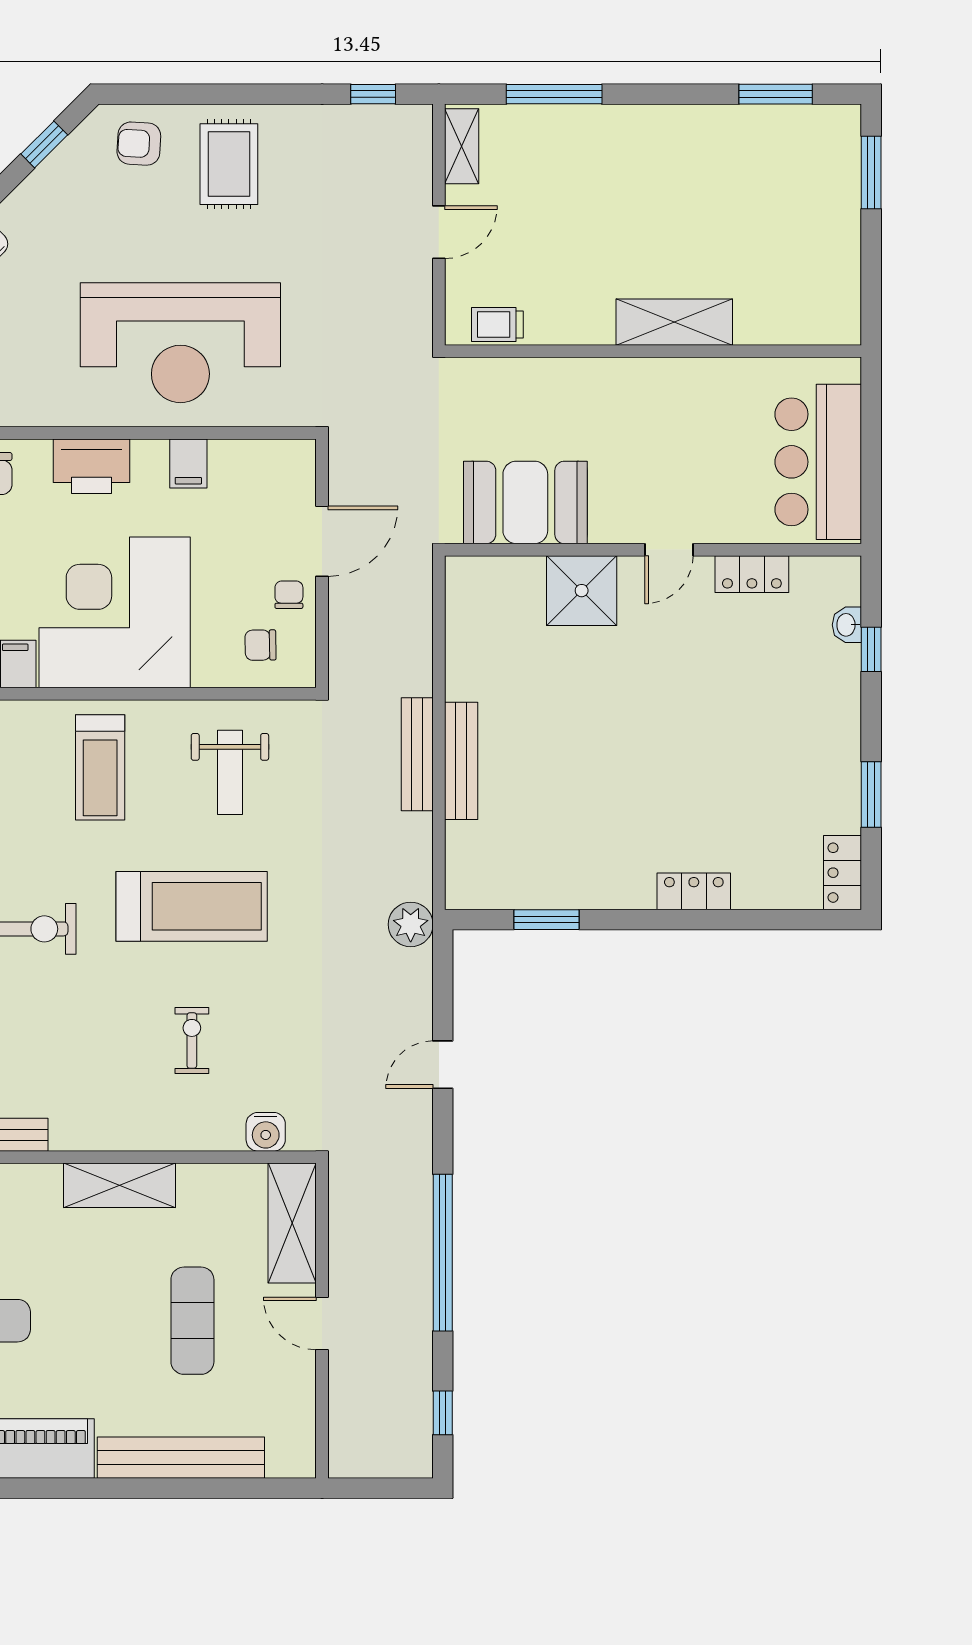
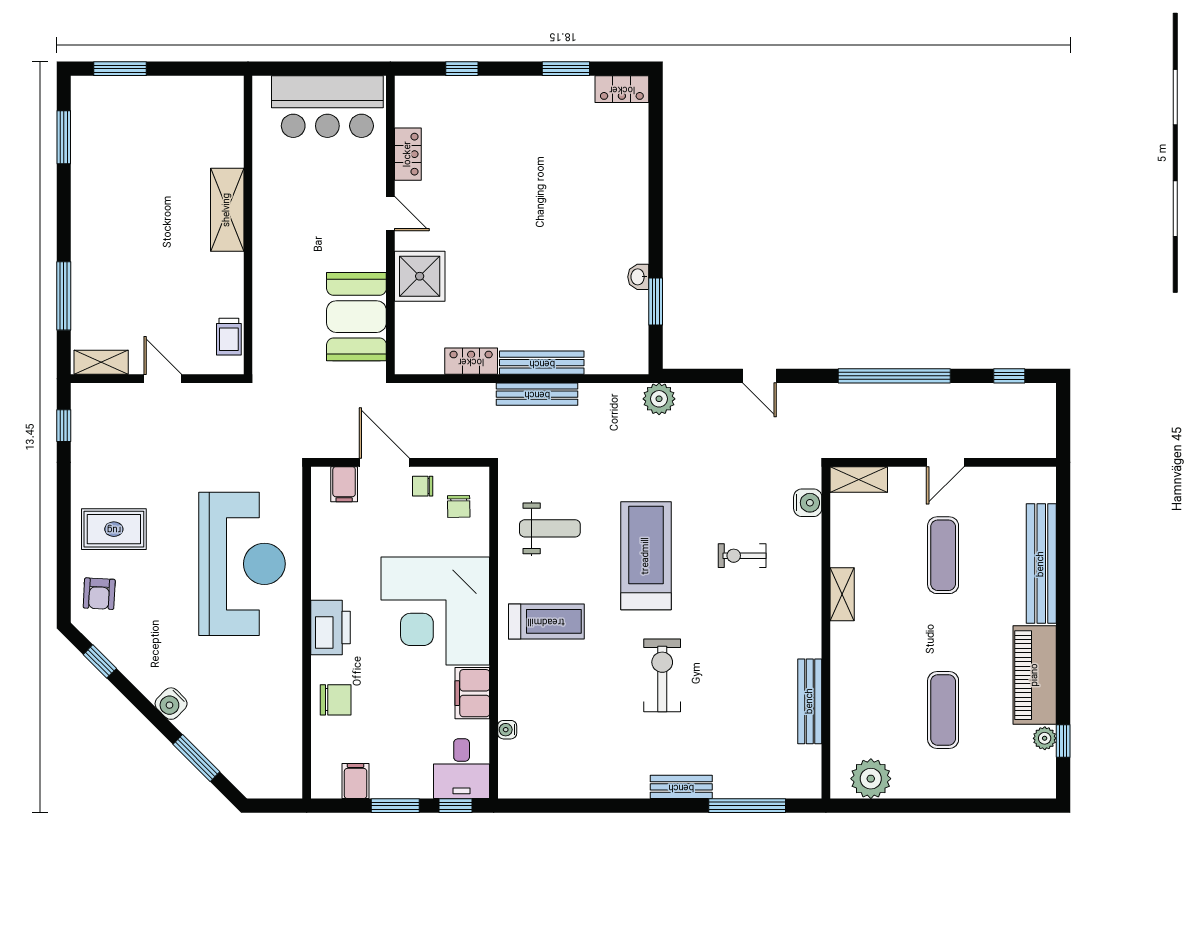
filing cabinet: (188, 463) -> (344, 484), moved, turned 90
washbasin: (847, 625) -> (638, 277), moved, turned 90
locker: (694, 891) -> (471, 361), moved, turned 90
shelving: (119, 1185) -> (842, 594), width x0.67, depth x0.75
shelving: (292, 1223) -> (859, 479), width x0.67, depth x0.75
exercise mat: (192, 1321) -> (943, 555), turned 90

